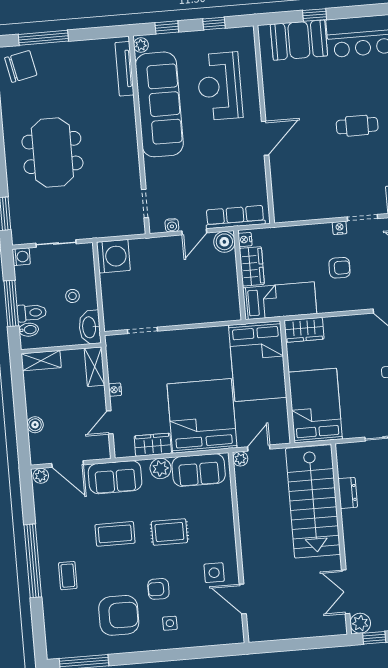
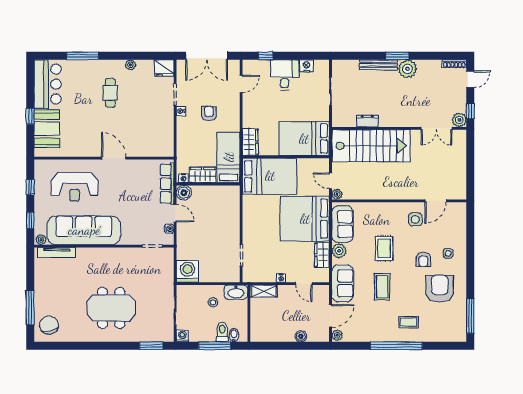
shelving: (41, 361) -> (256, 328), removed

